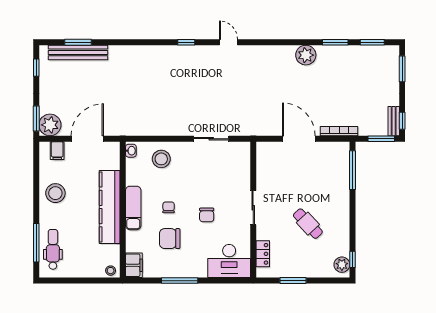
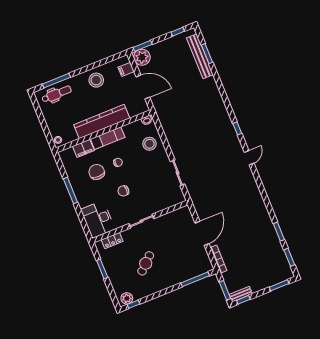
plant: (306, 55) -> (262, 215), removed
filing cabinet: (134, 265) -> (83, 148), moved

